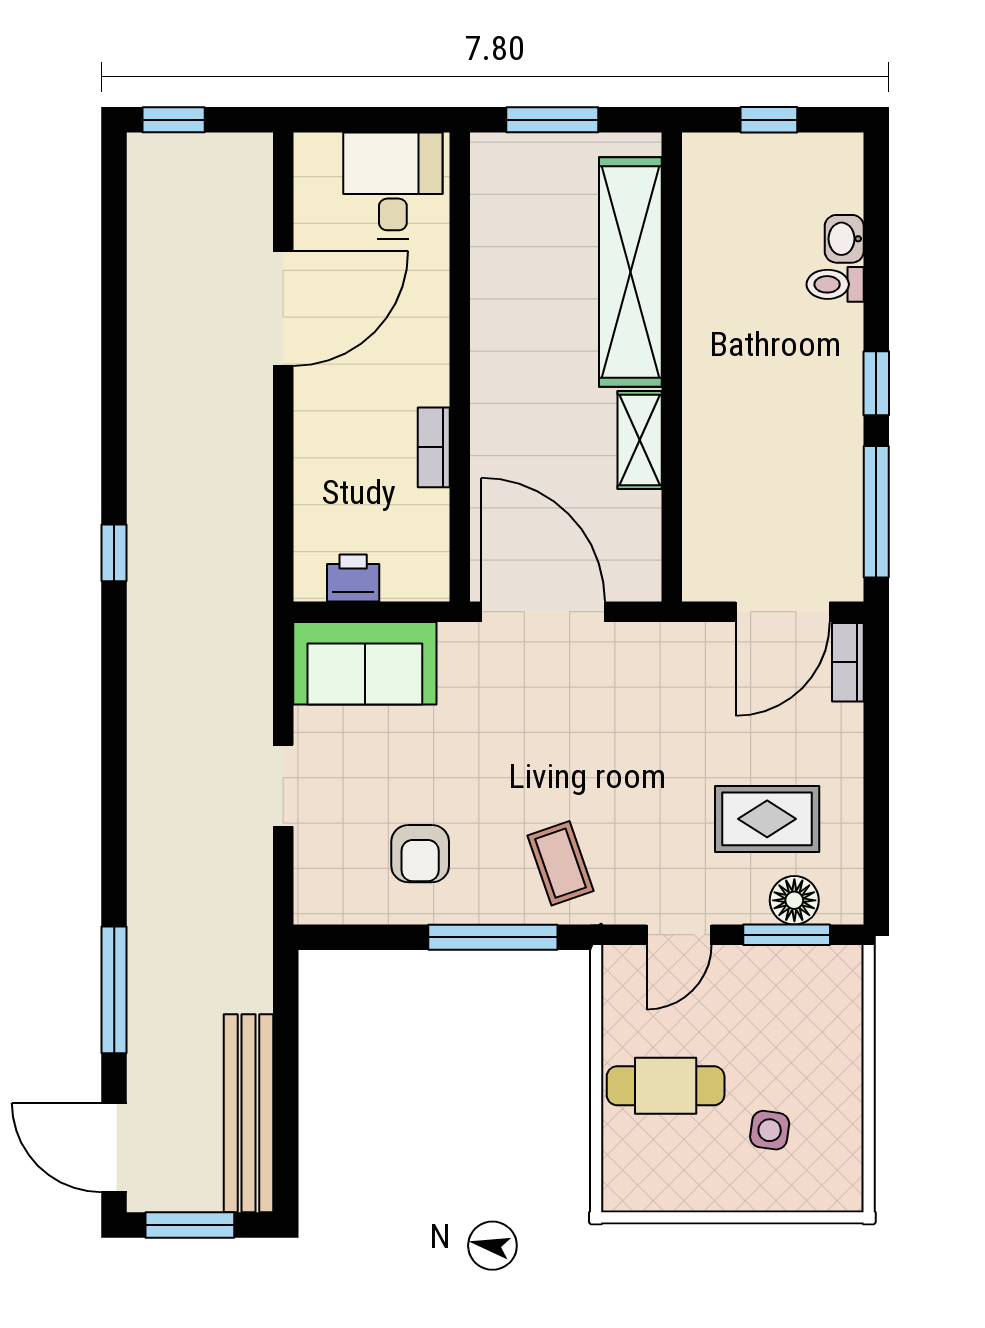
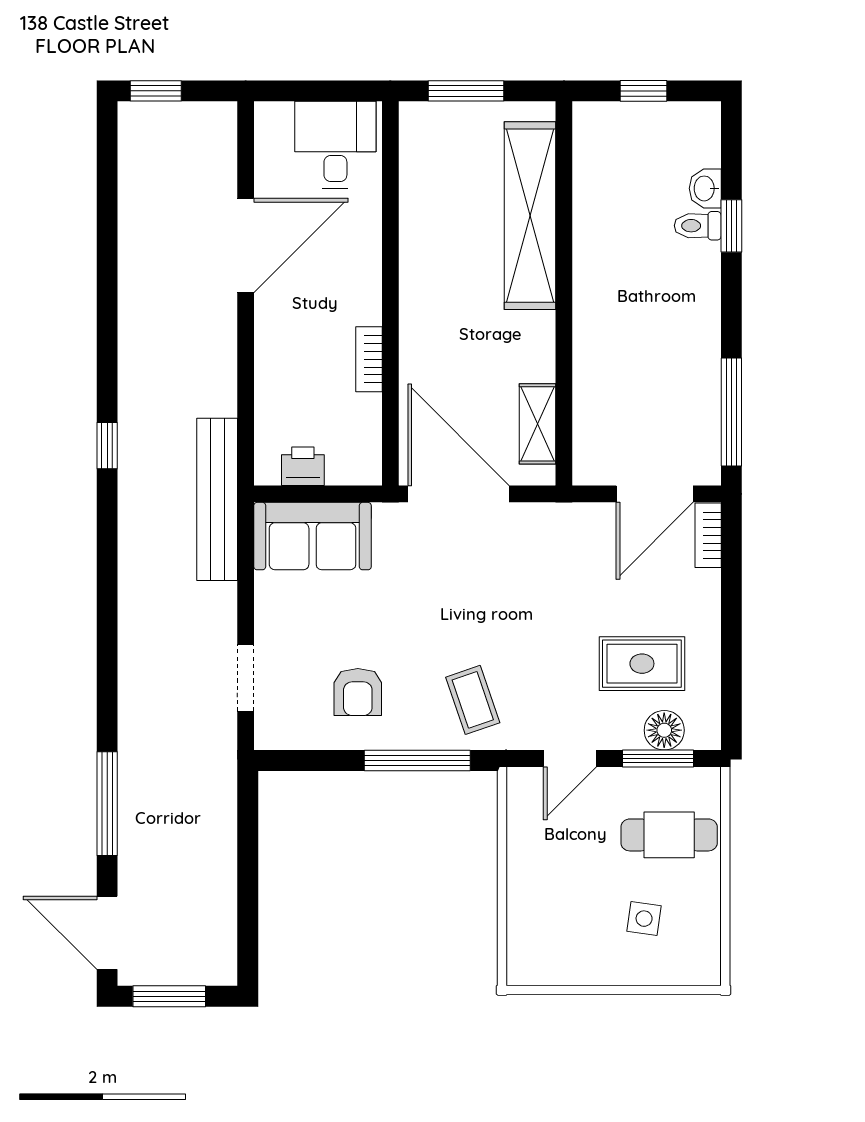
window: (876, 383) -> (731, 226), moved
shelving: (640, 440) -> (538, 424), moved
doorway: (283, 786) -> (246, 678), moved
cafe table: (666, 1086) -> (669, 835), moved
bench: (248, 1113) -> (217, 499), moved

